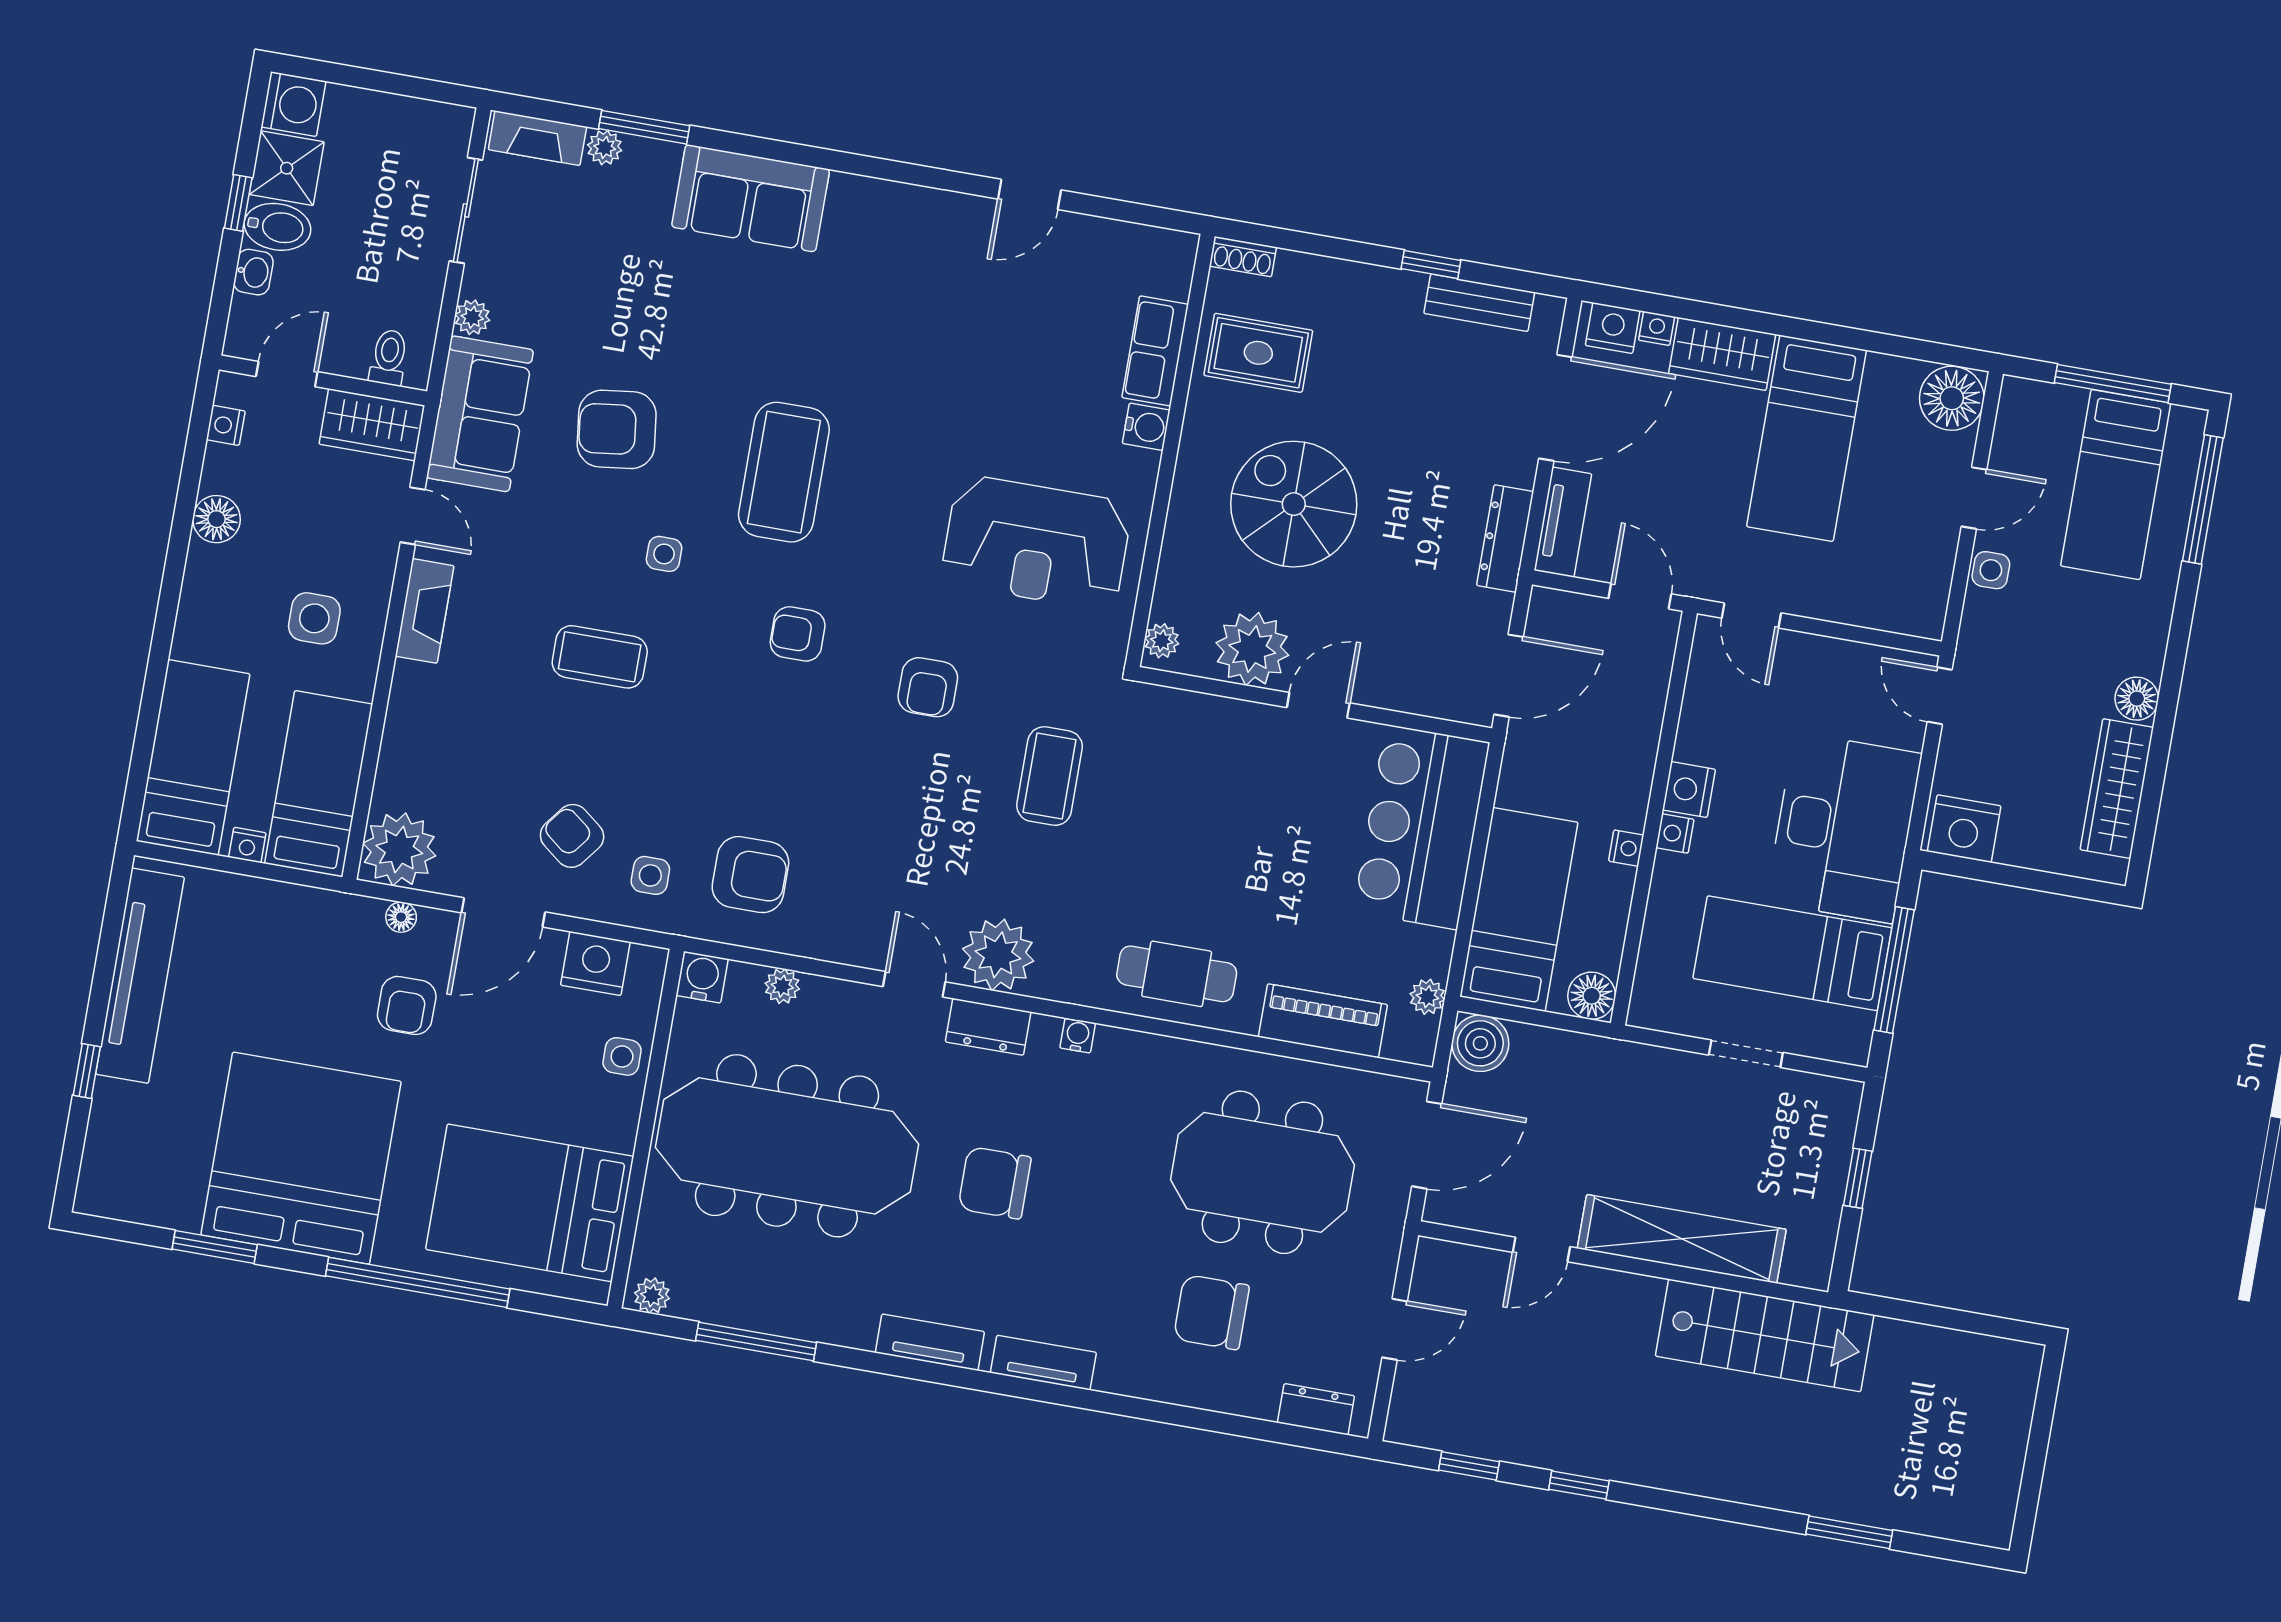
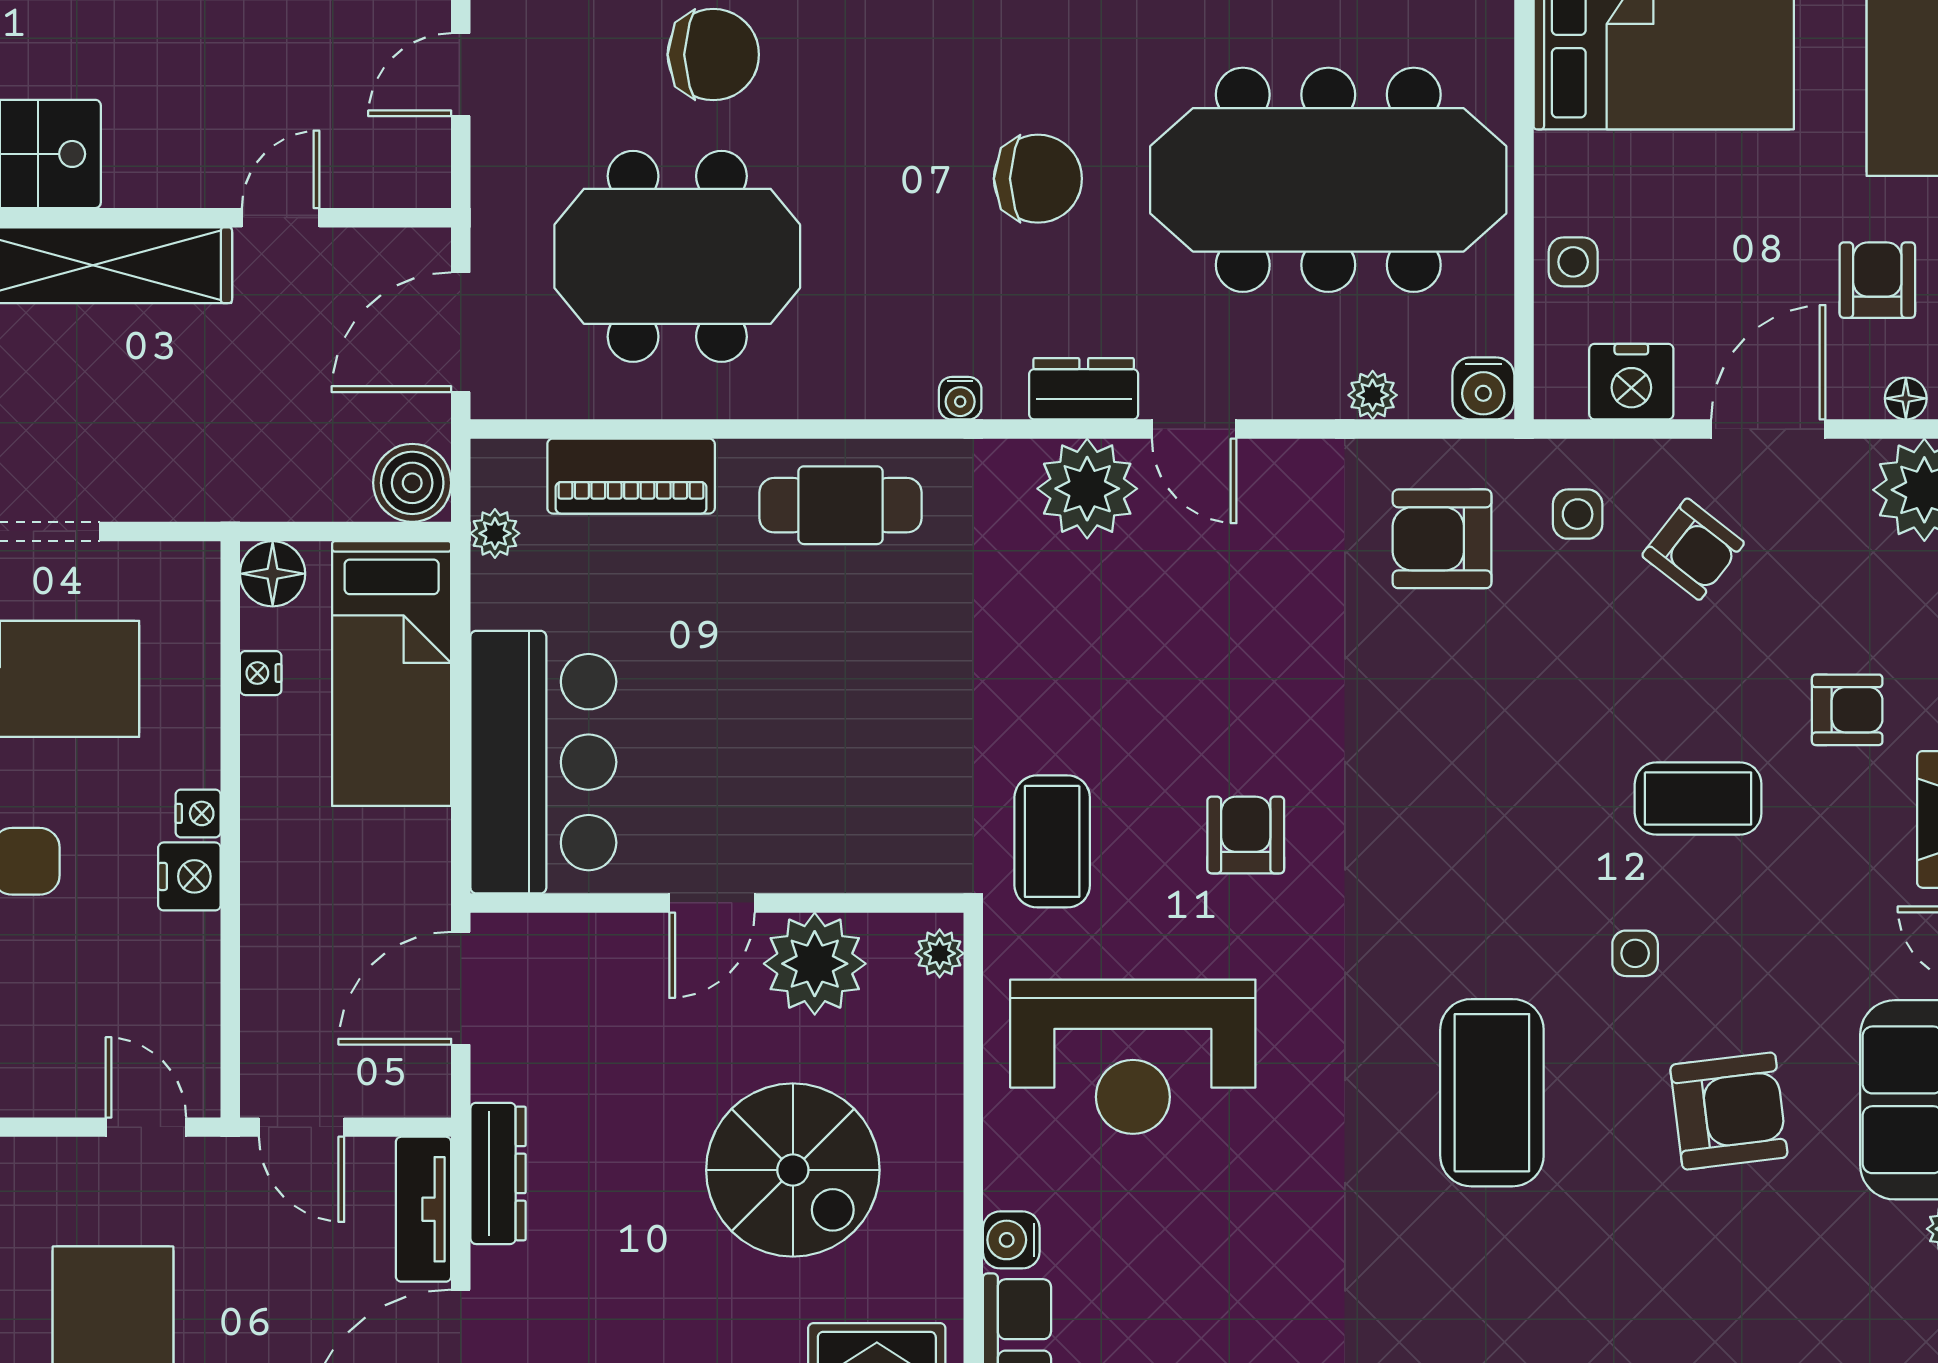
reception desk: (1036, 543) -> (1133, 1057), turned 180
armchair: (798, 634) -> (1847, 710), moved
coffee table: (1050, 776) -> (1052, 841), moved
nightstand: (1626, 848) -> (261, 673), moved

